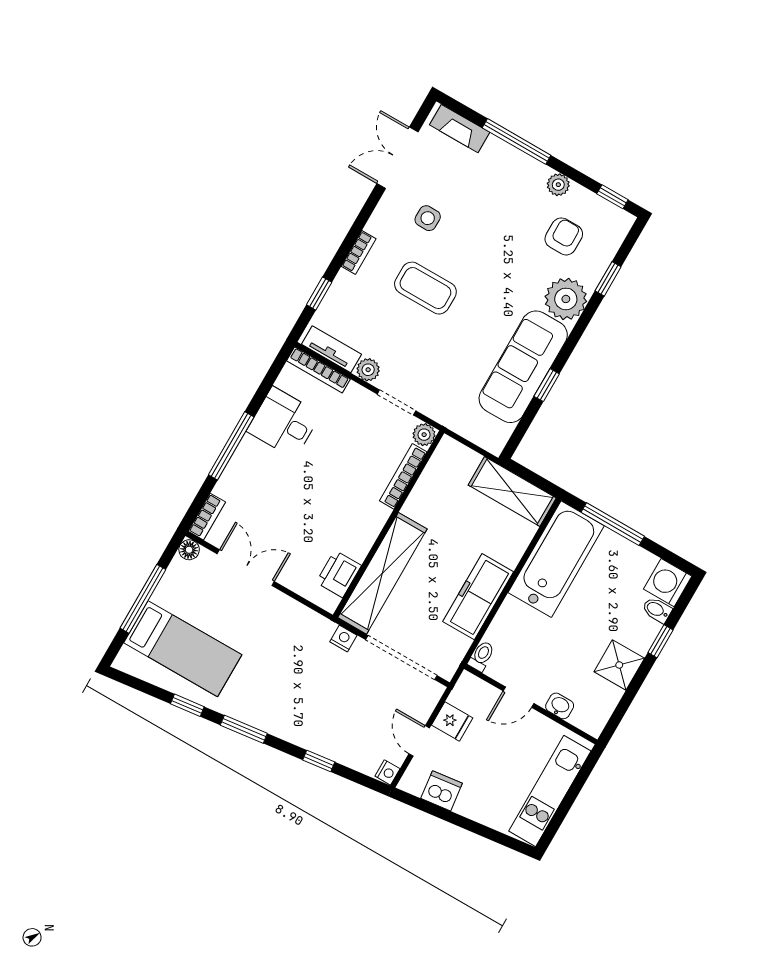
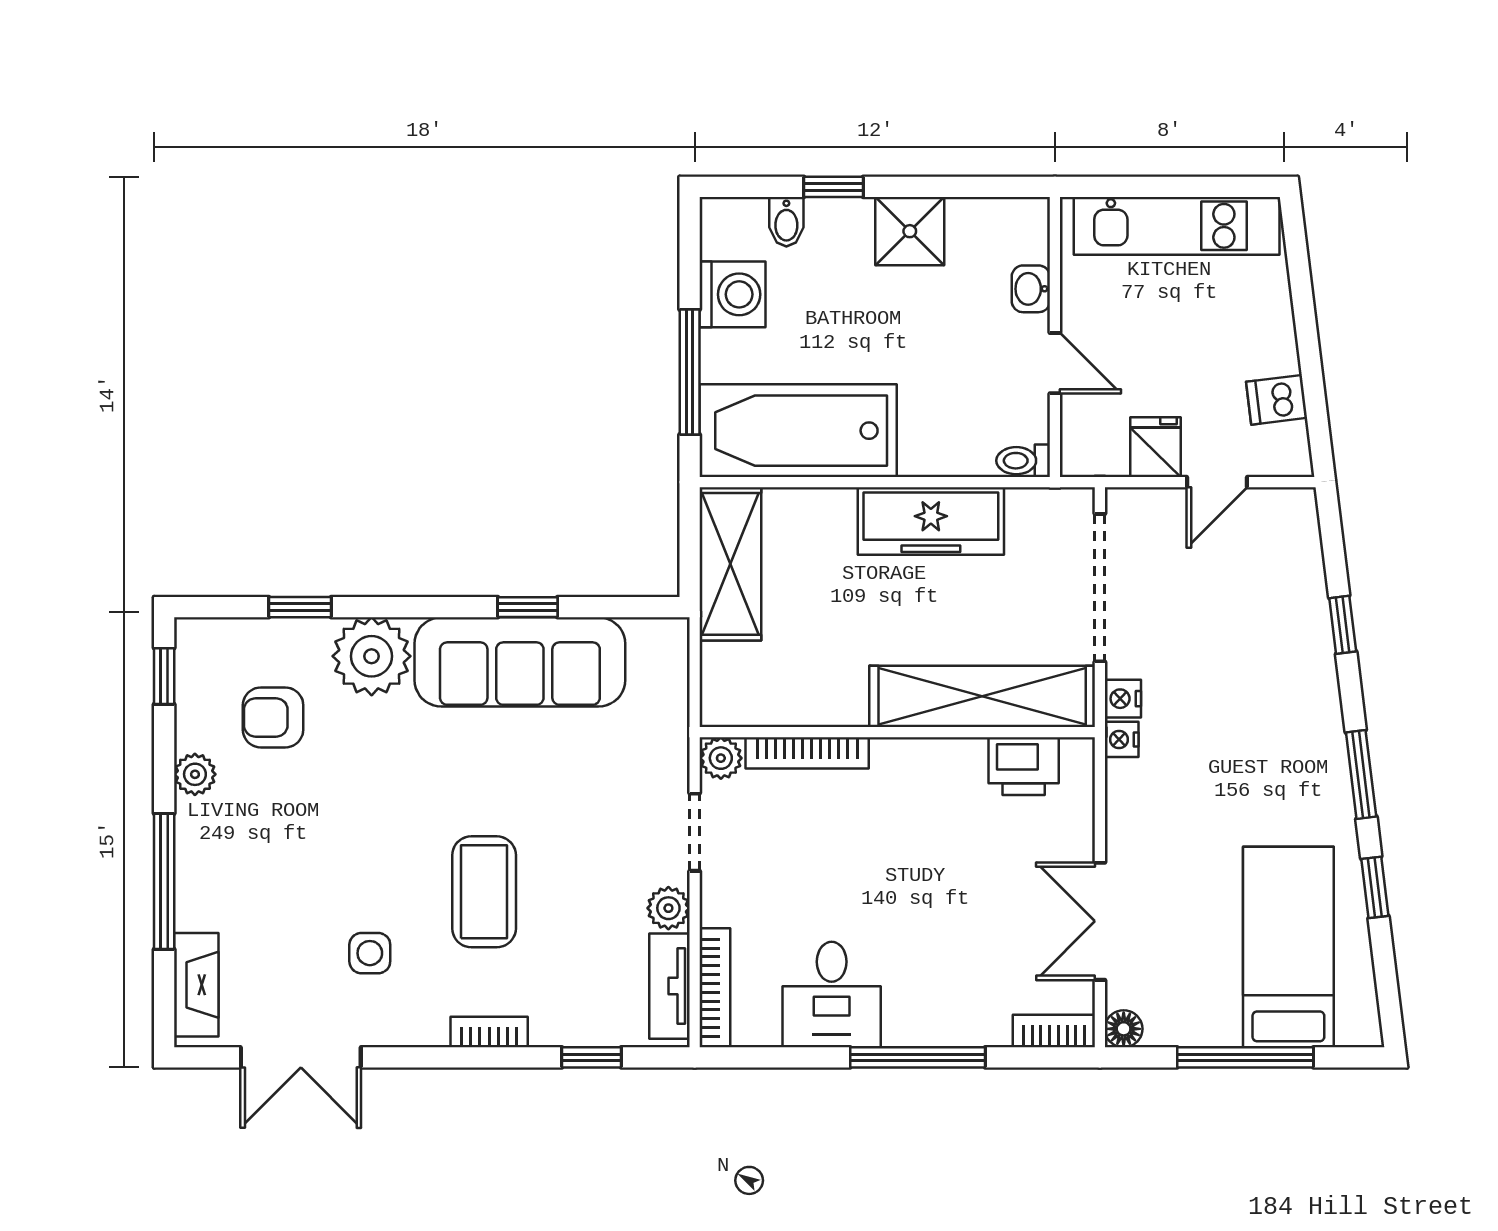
washing machine: (668, 583) -> (733, 294), moved, turned -90
nightstand: (387, 772) -> (1122, 739), moved, turned -90
dishwasher: (442, 791) -> (1277, 400), width x0.73

